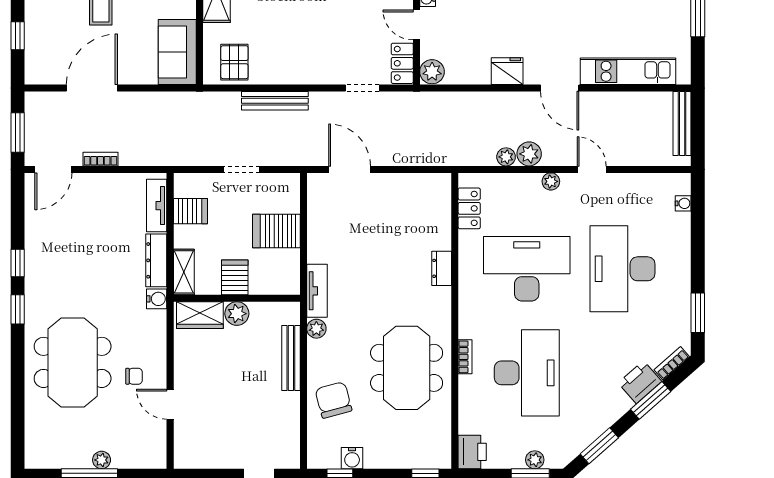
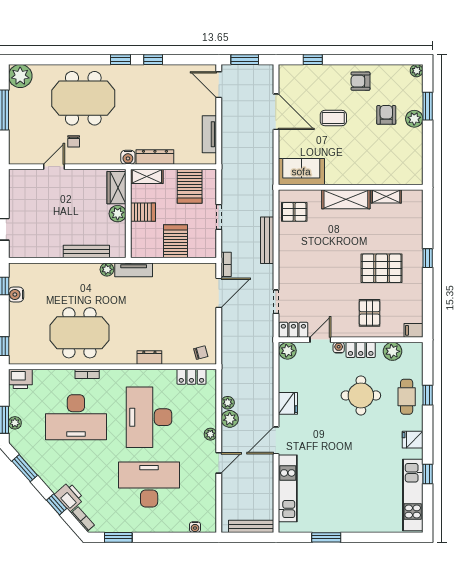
bookcase: (100, 159) -> (226, 264), moved
tv unit: (157, 206) -> (209, 134), moved, turned -90
server rack: (190, 211) -> (190, 186), width x1.36, depth x1.44
desk: (527, 269) -> (149, 417), turned 180
chair: (333, 400) -> (201, 353), moved, width x0.54, depth x0.54
window: (651, 400) -> (57, 504), width x0.67
plant: (102, 460) -> (20, 76), moved, width x1.87, depth x1.87

